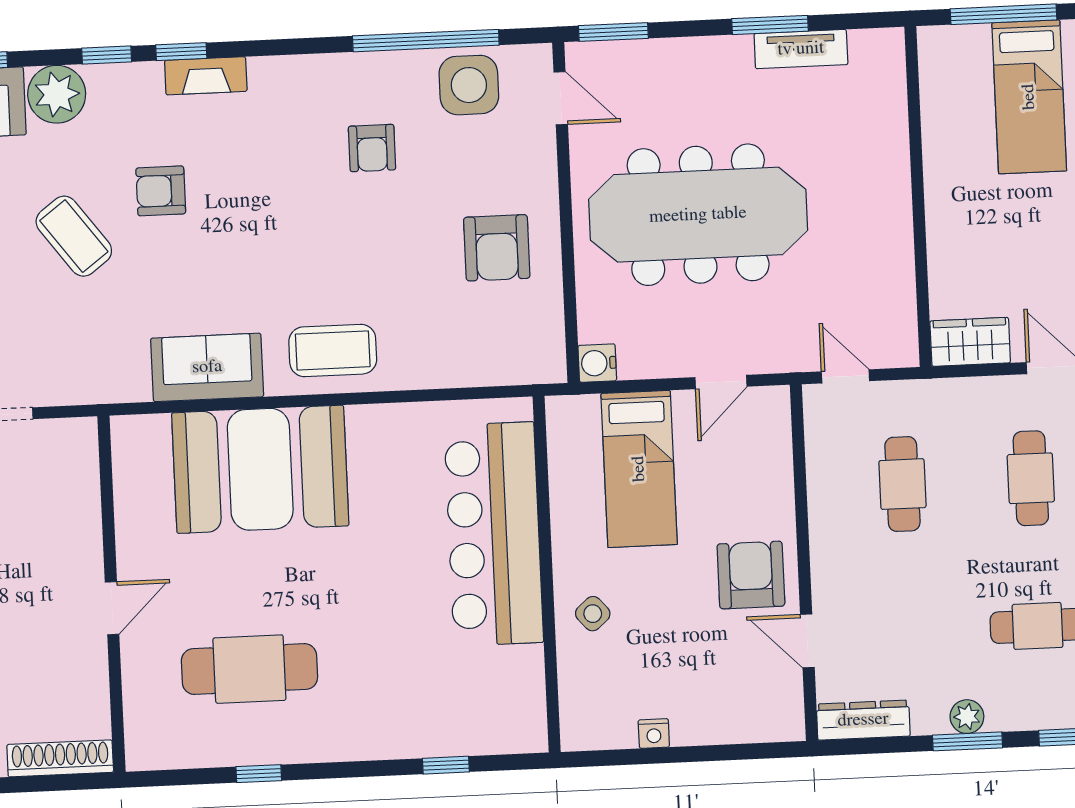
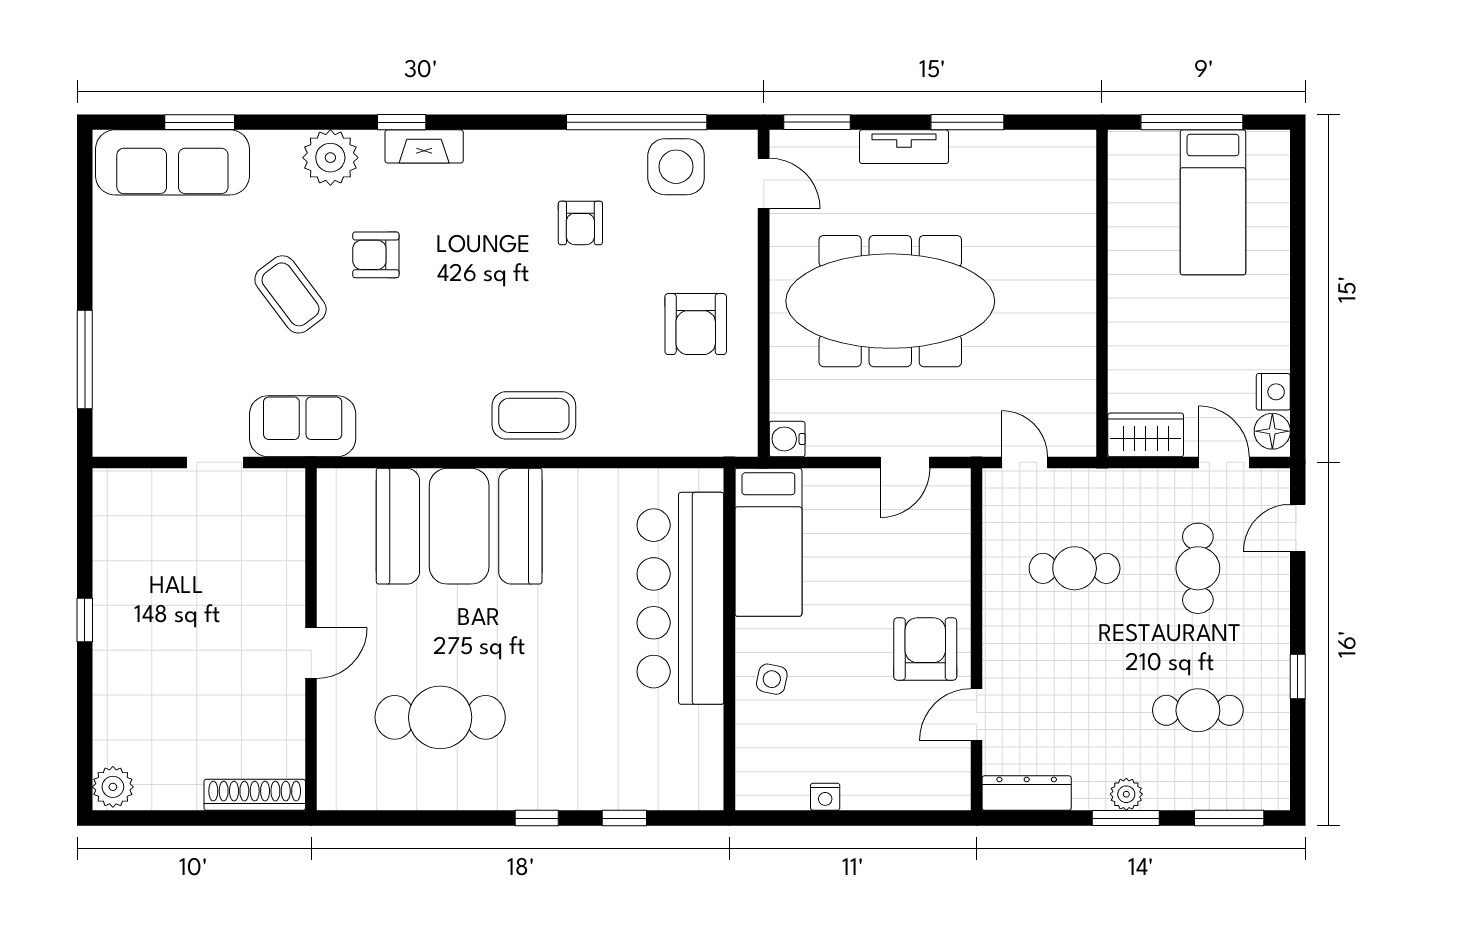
tv unit: (801, 49) -> (904, 147), moved
window: (107, 55) -> (330, 122), removed
plant: (57, 94) -> (330, 158), moved
sofa: (207, 367) -> (303, 426), moved
bed: (639, 469) -> (768, 542), moved
cafe table: (902, 484) -> (1075, 568), turned 90
side table: (593, 614) -> (772, 679), turned -37
door: (807, 641) -> (977, 715), hinge flipped
window: (259, 774) -> (537, 818), moved

